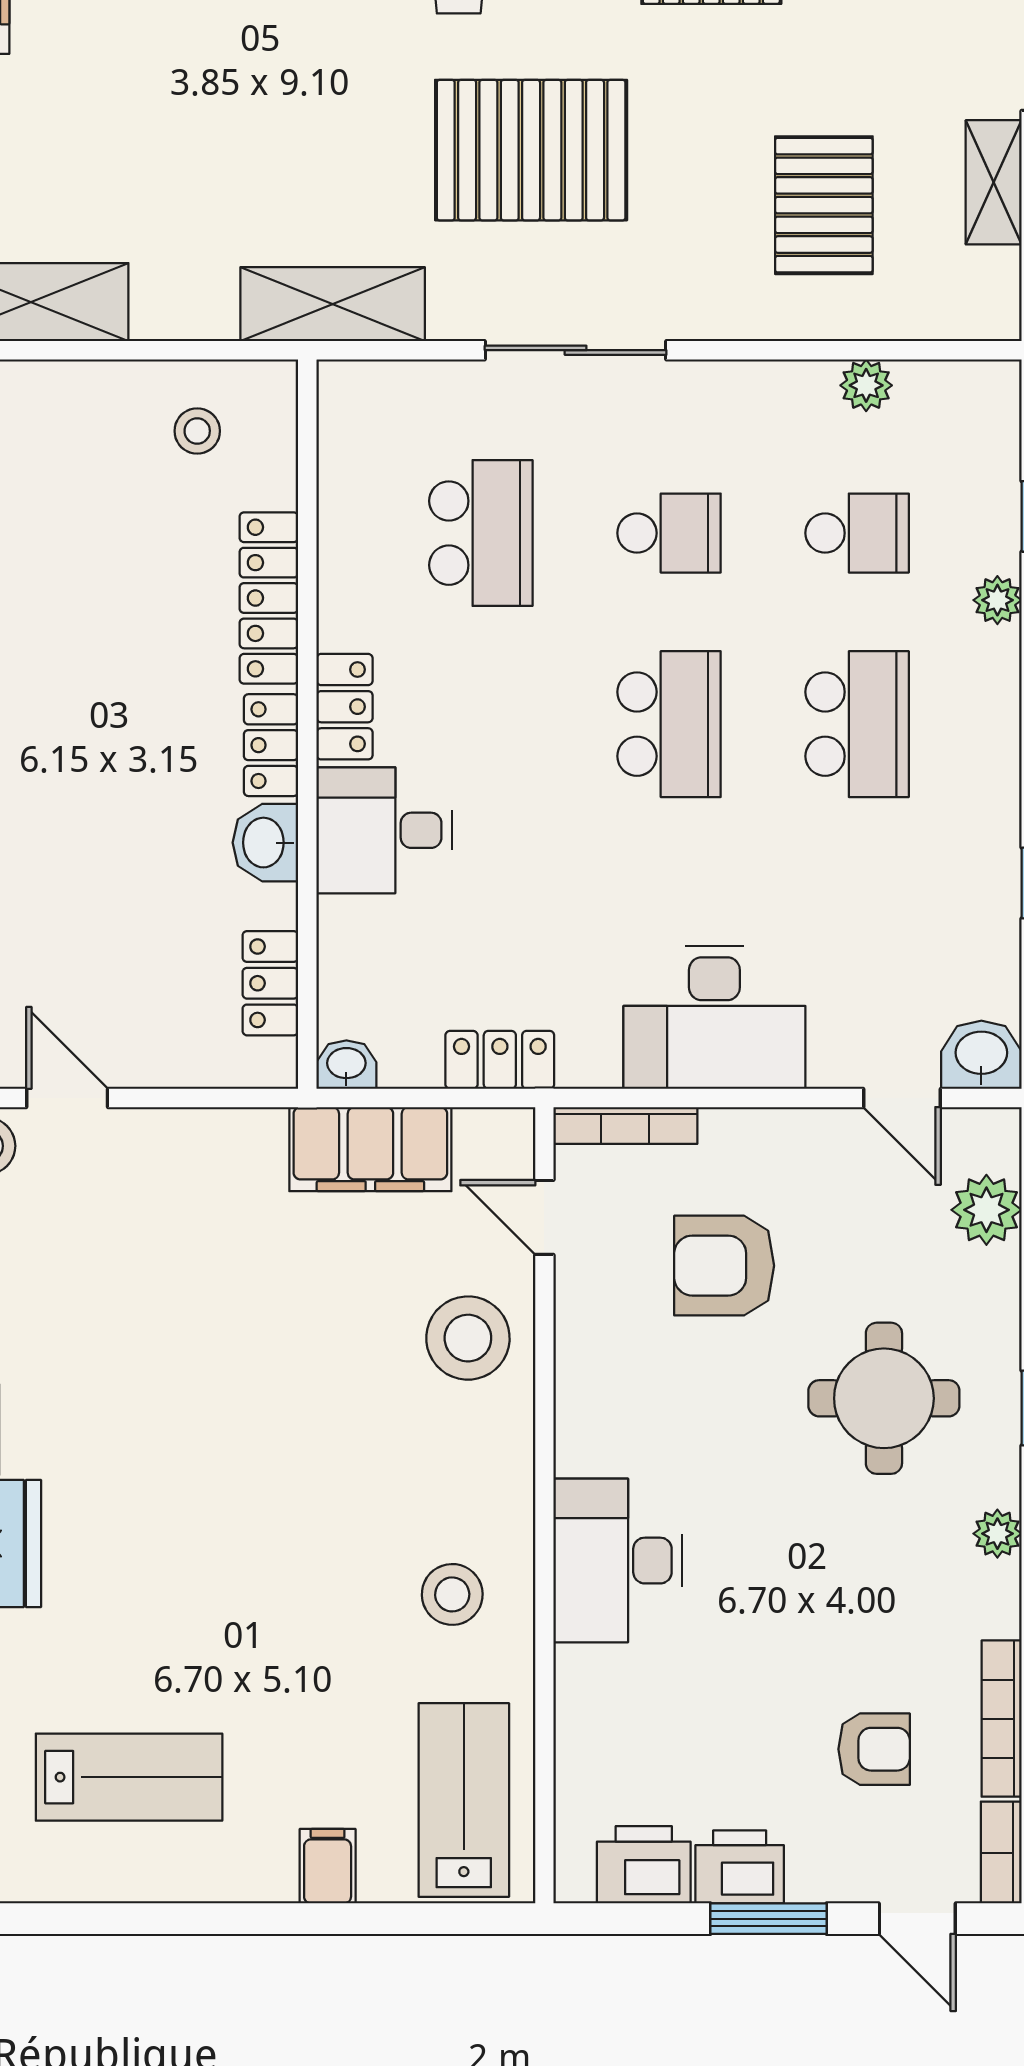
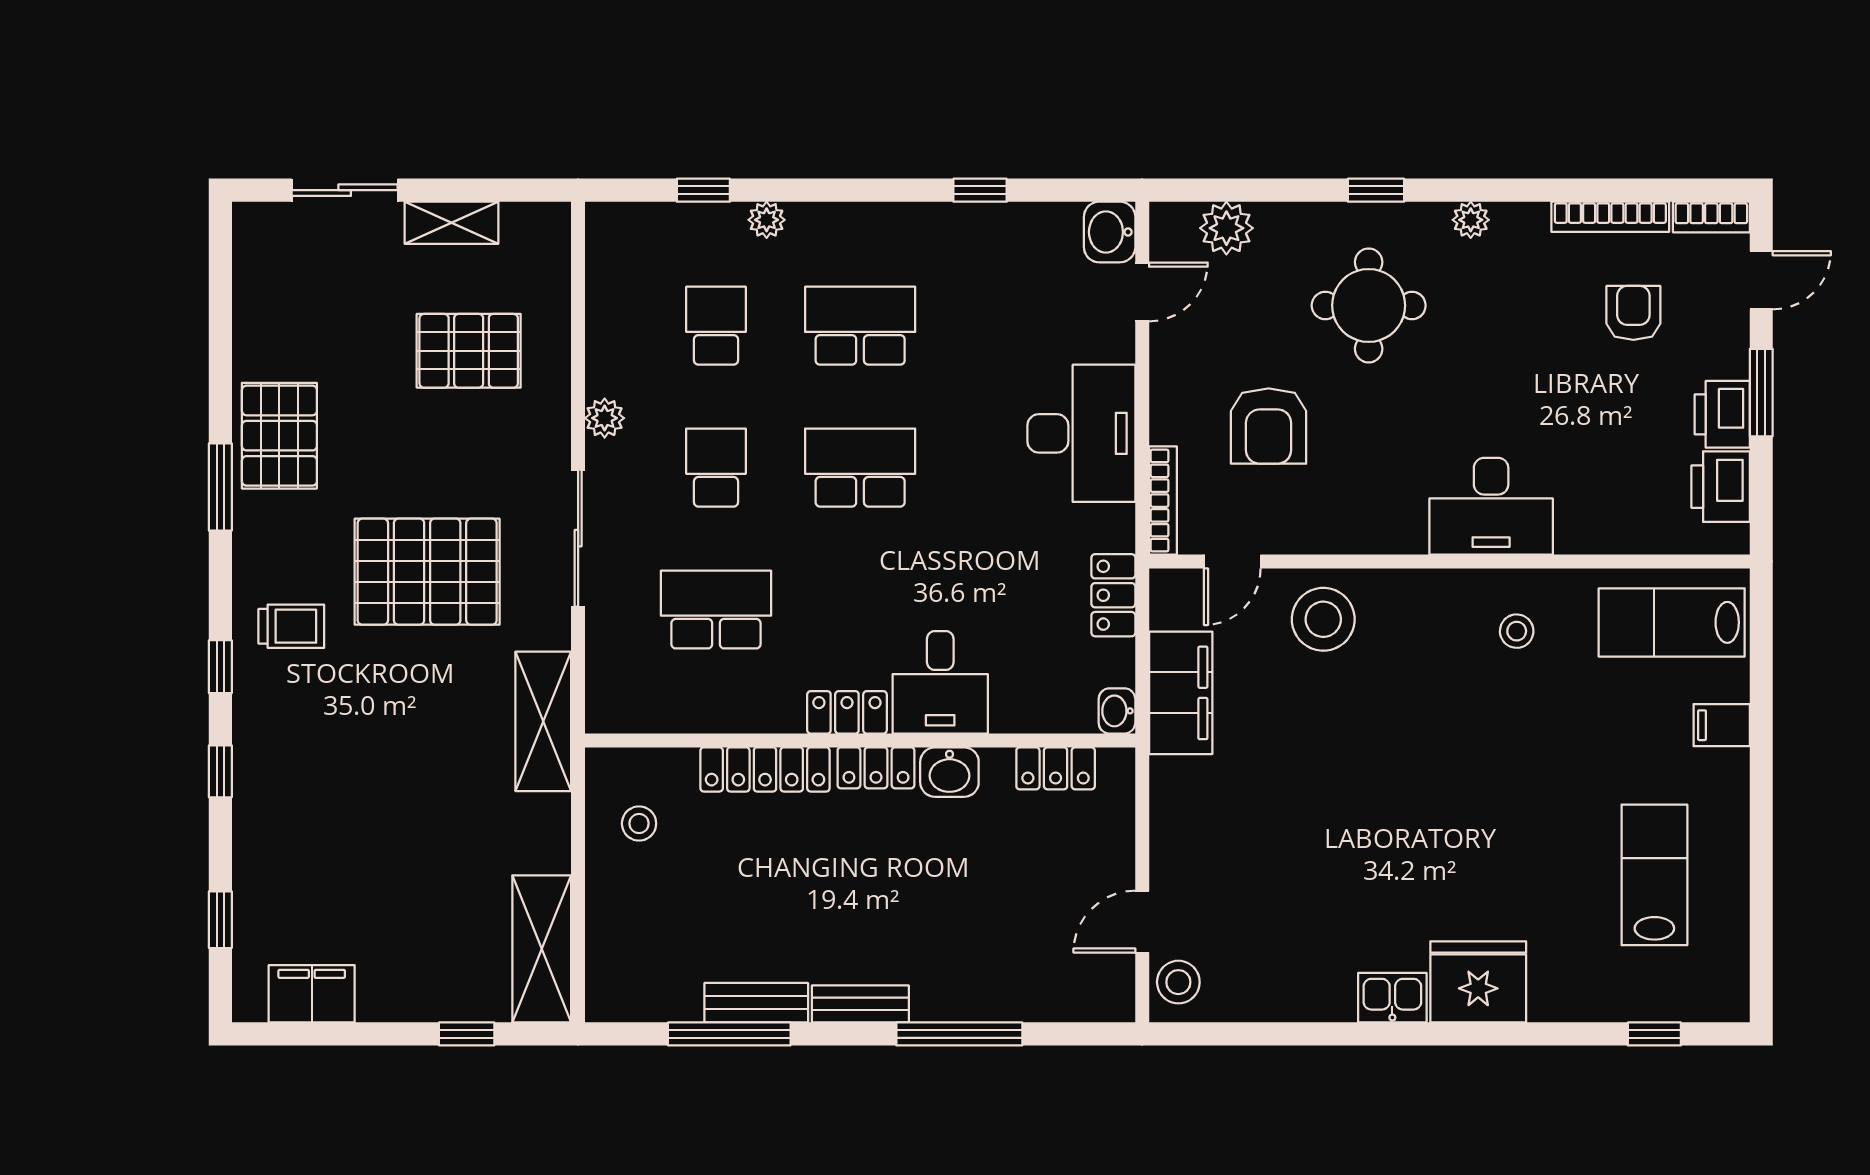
pallet: (531, 150) -> (427, 572), turned 90
plant: (866, 385) -> (605, 418), moved
stool: (452, 1594) -> (1517, 631), width x0.73, depth x0.73

